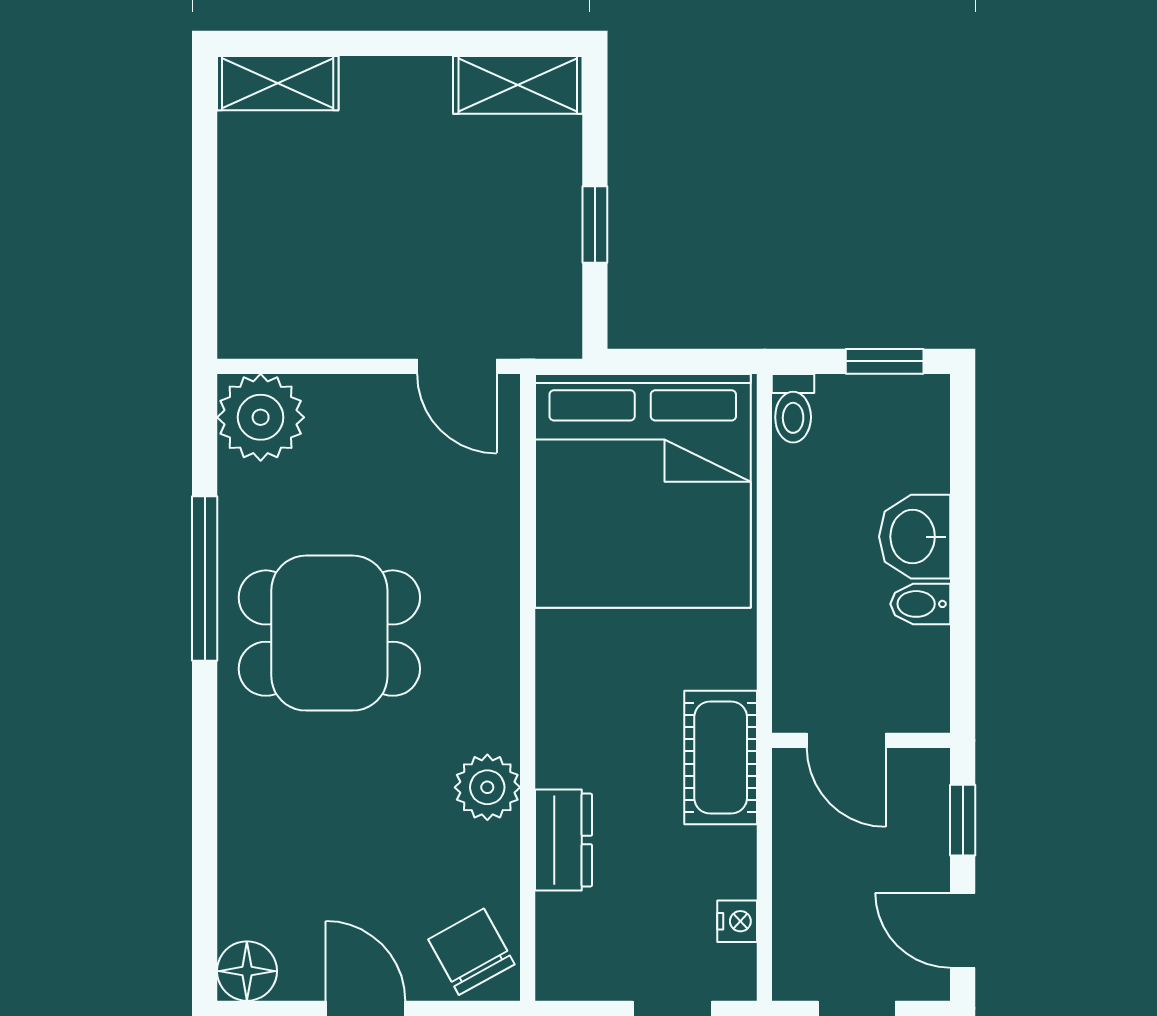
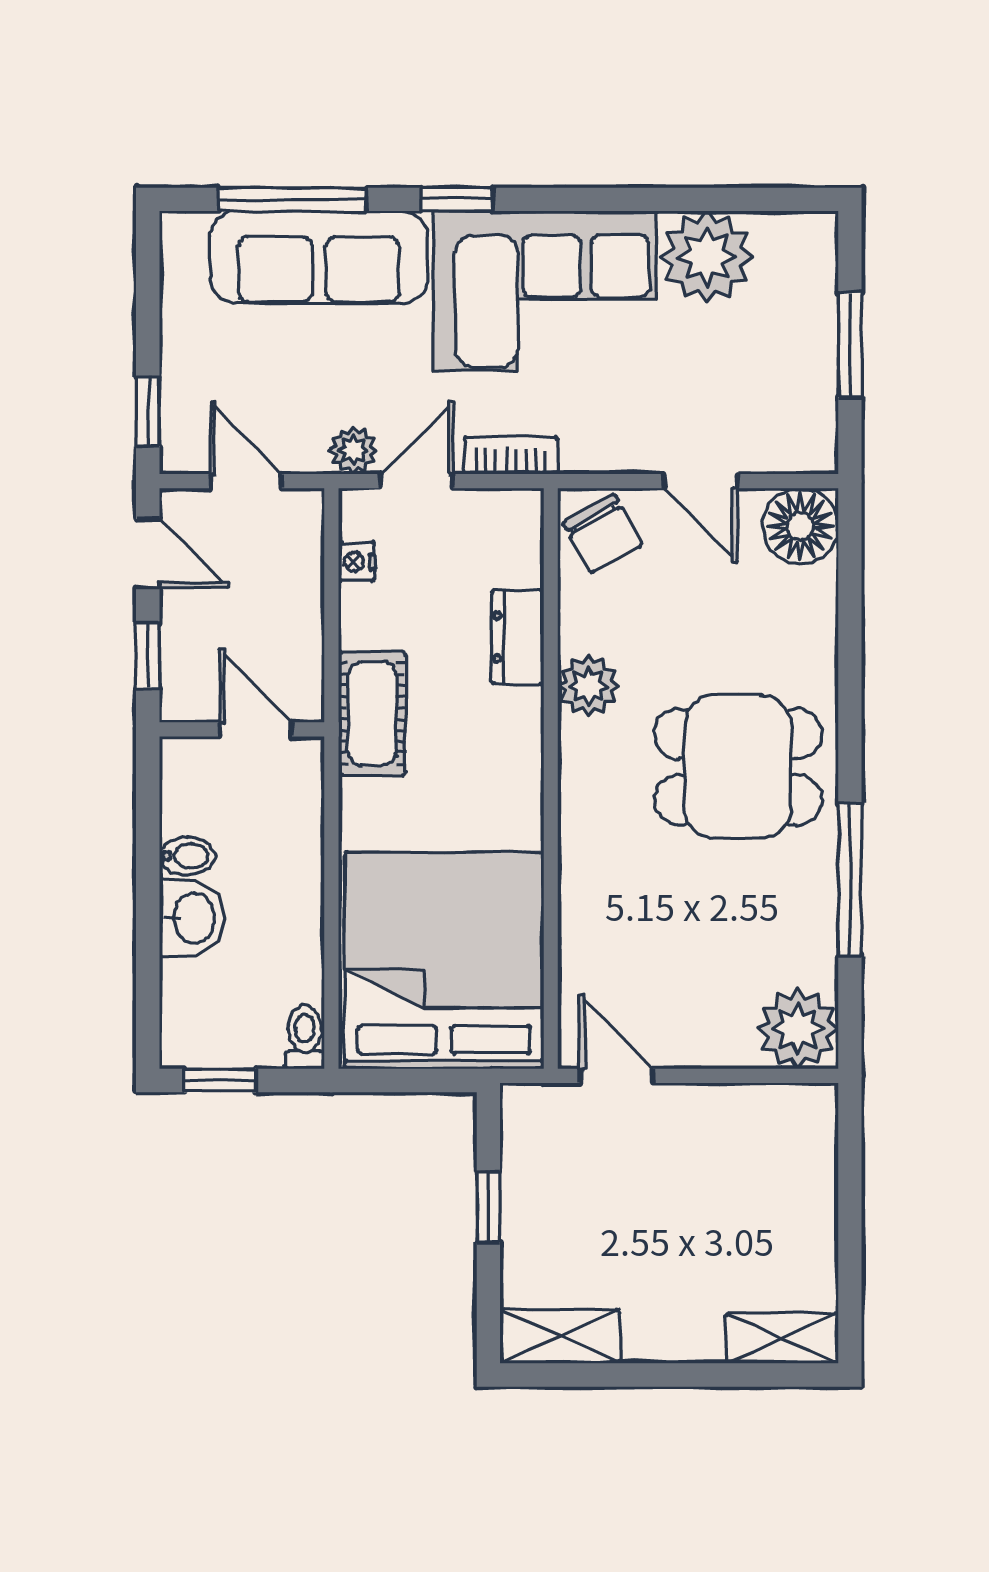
dining table: (329, 633) -> (738, 767), moved
floor lamp: (247, 971) -> (800, 526), width x1.38, depth x1.38

